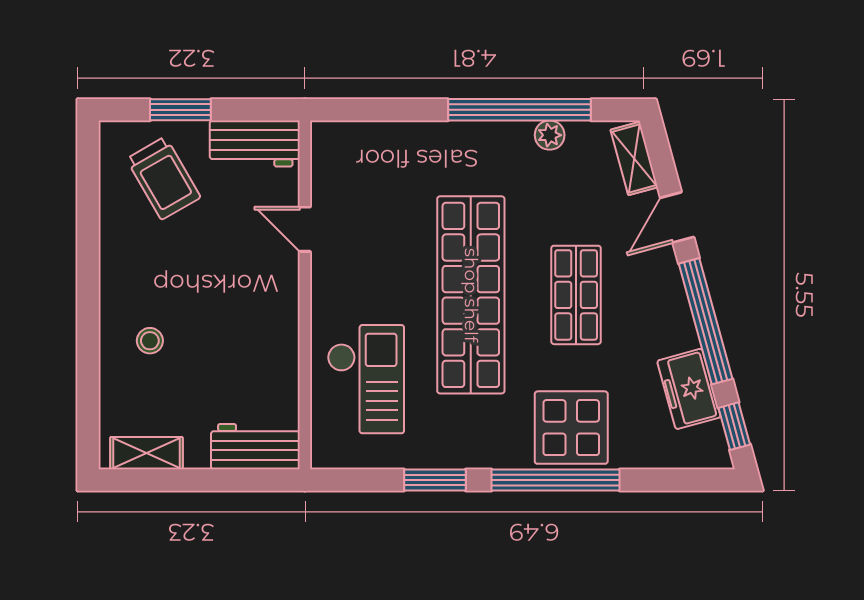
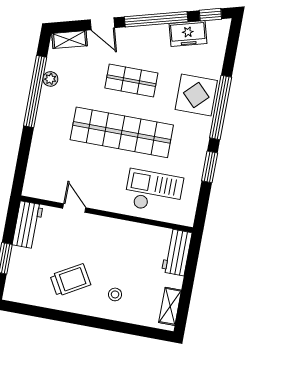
trolley: (163, 178) -> (70, 280), moved
door: (305, 229) -> (74, 208), swing flipped

